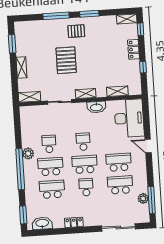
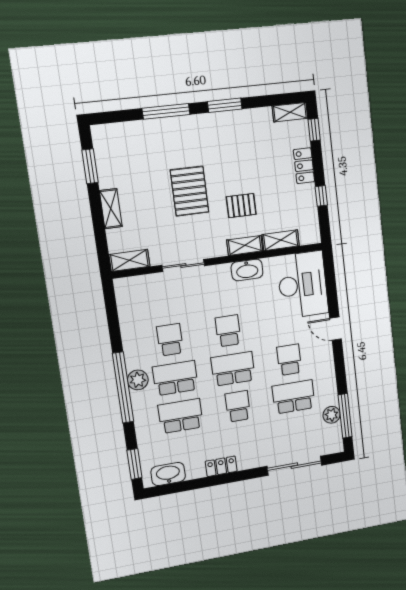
pallet: (76, 31) -> (241, 206), moved
shelving: (86, 94) -> (245, 246), moved
plant: (28, 154) -> (138, 380), moved
school desk: (119, 162) -> (289, 360), width x0.54

